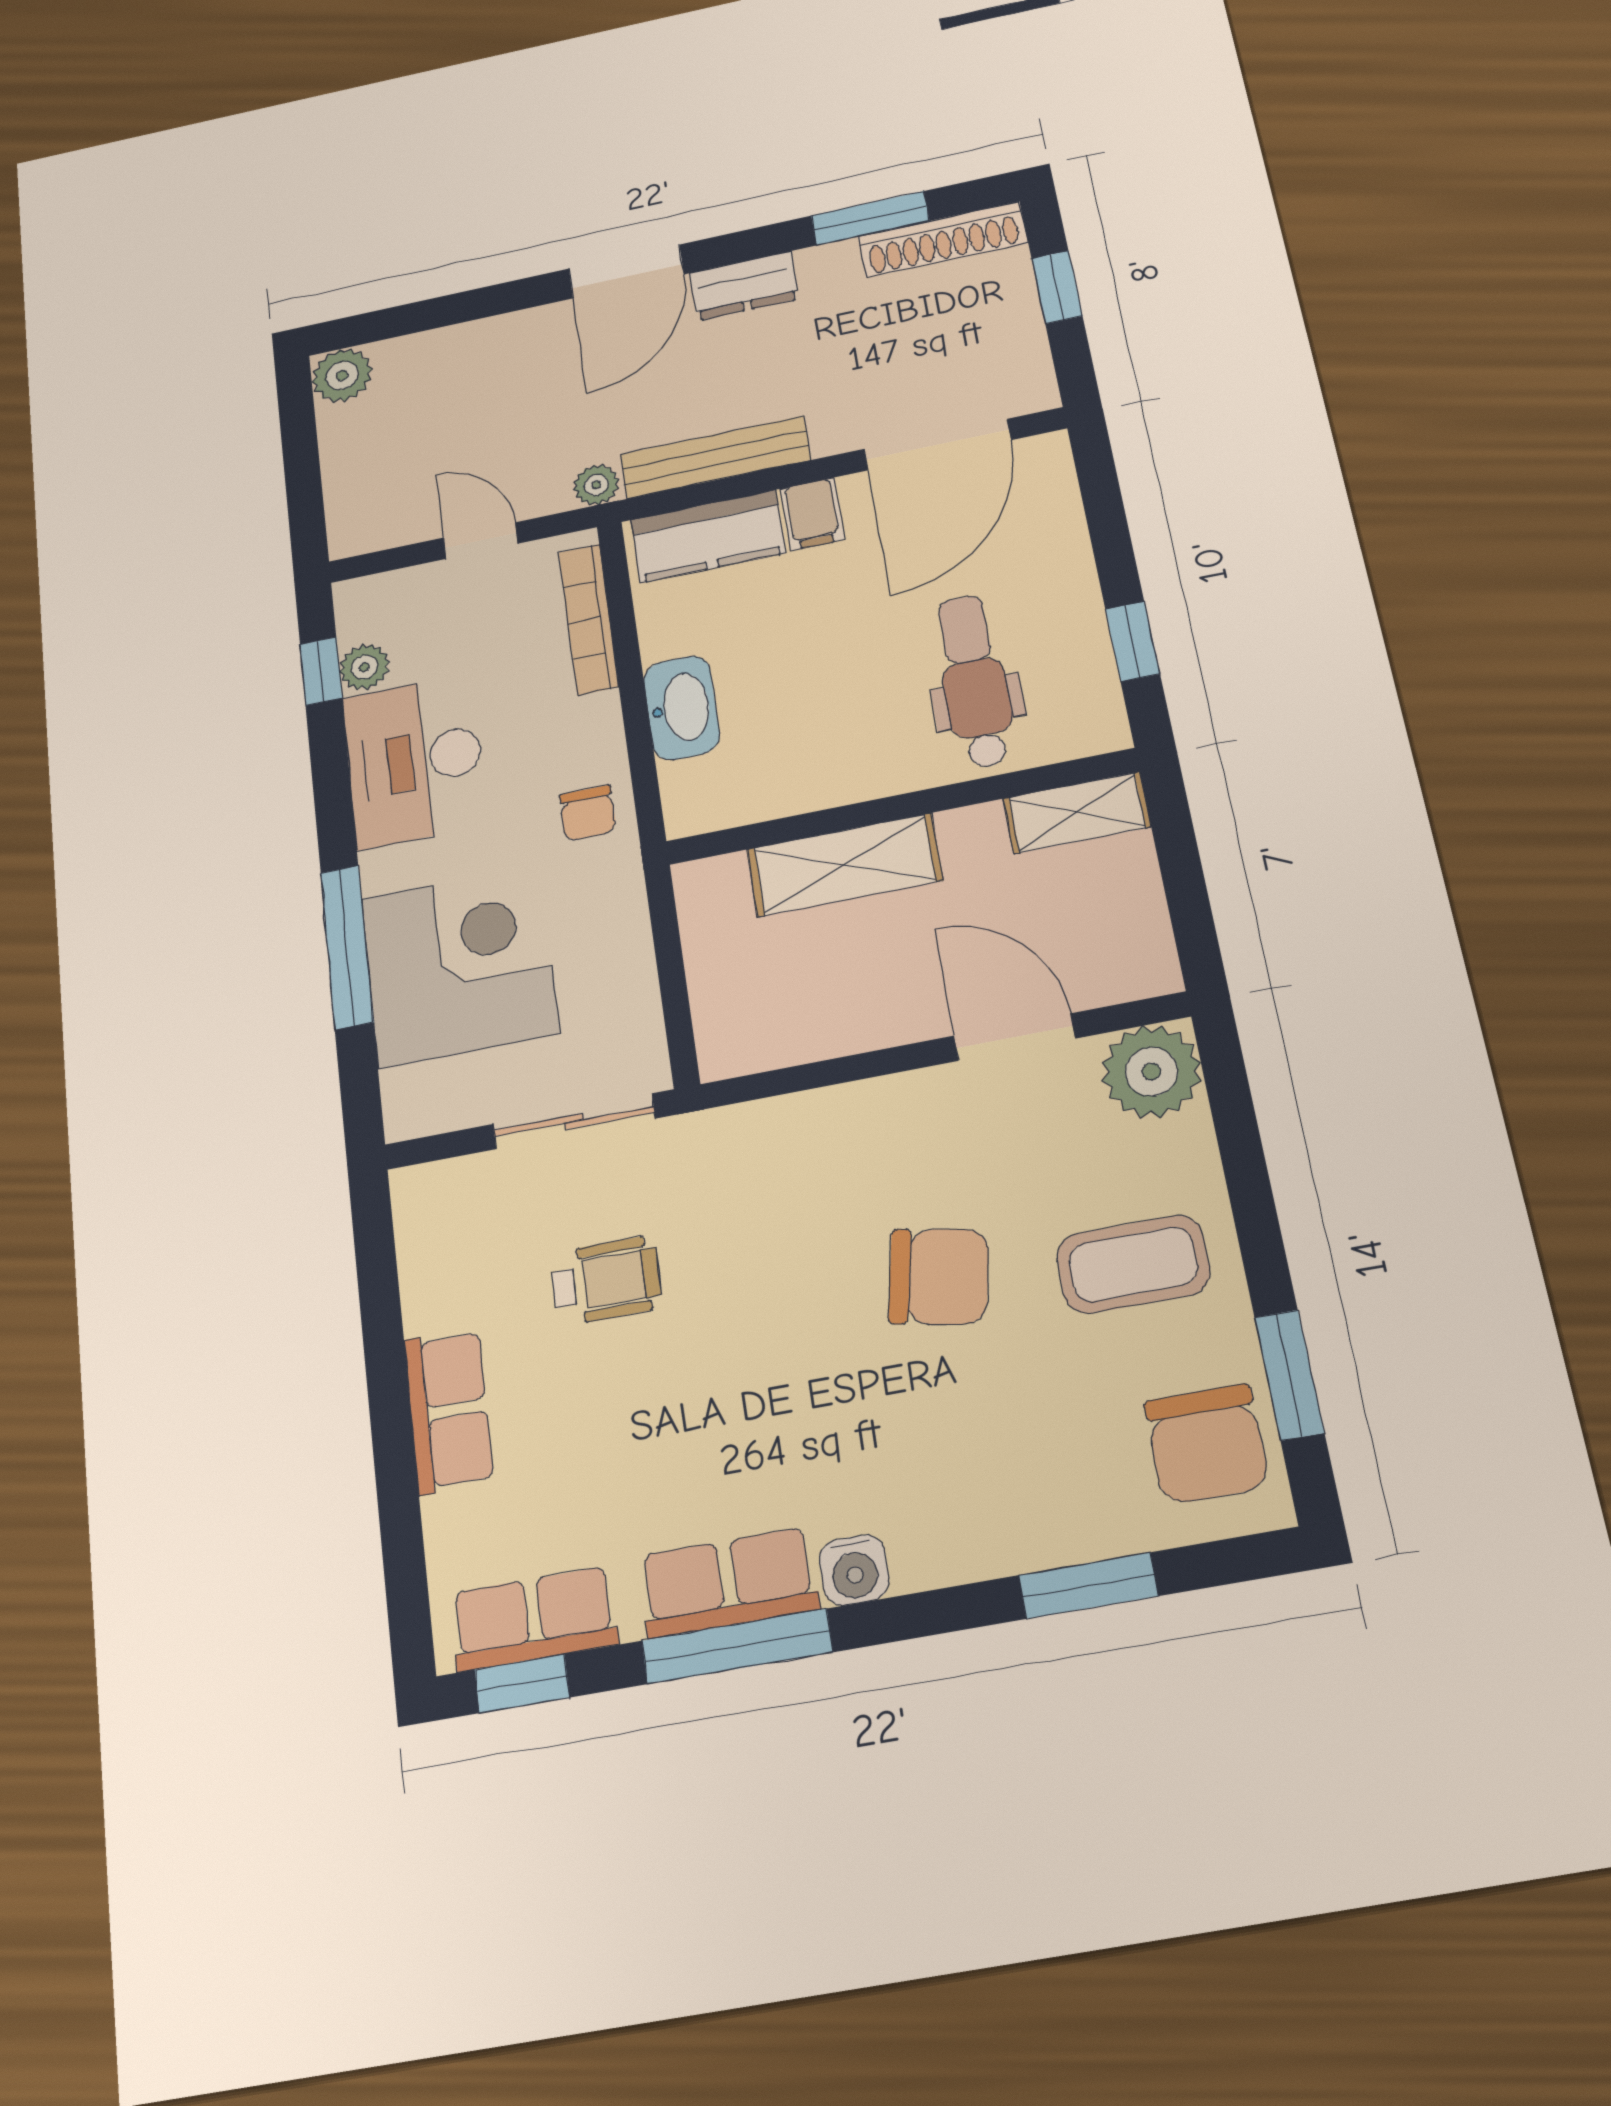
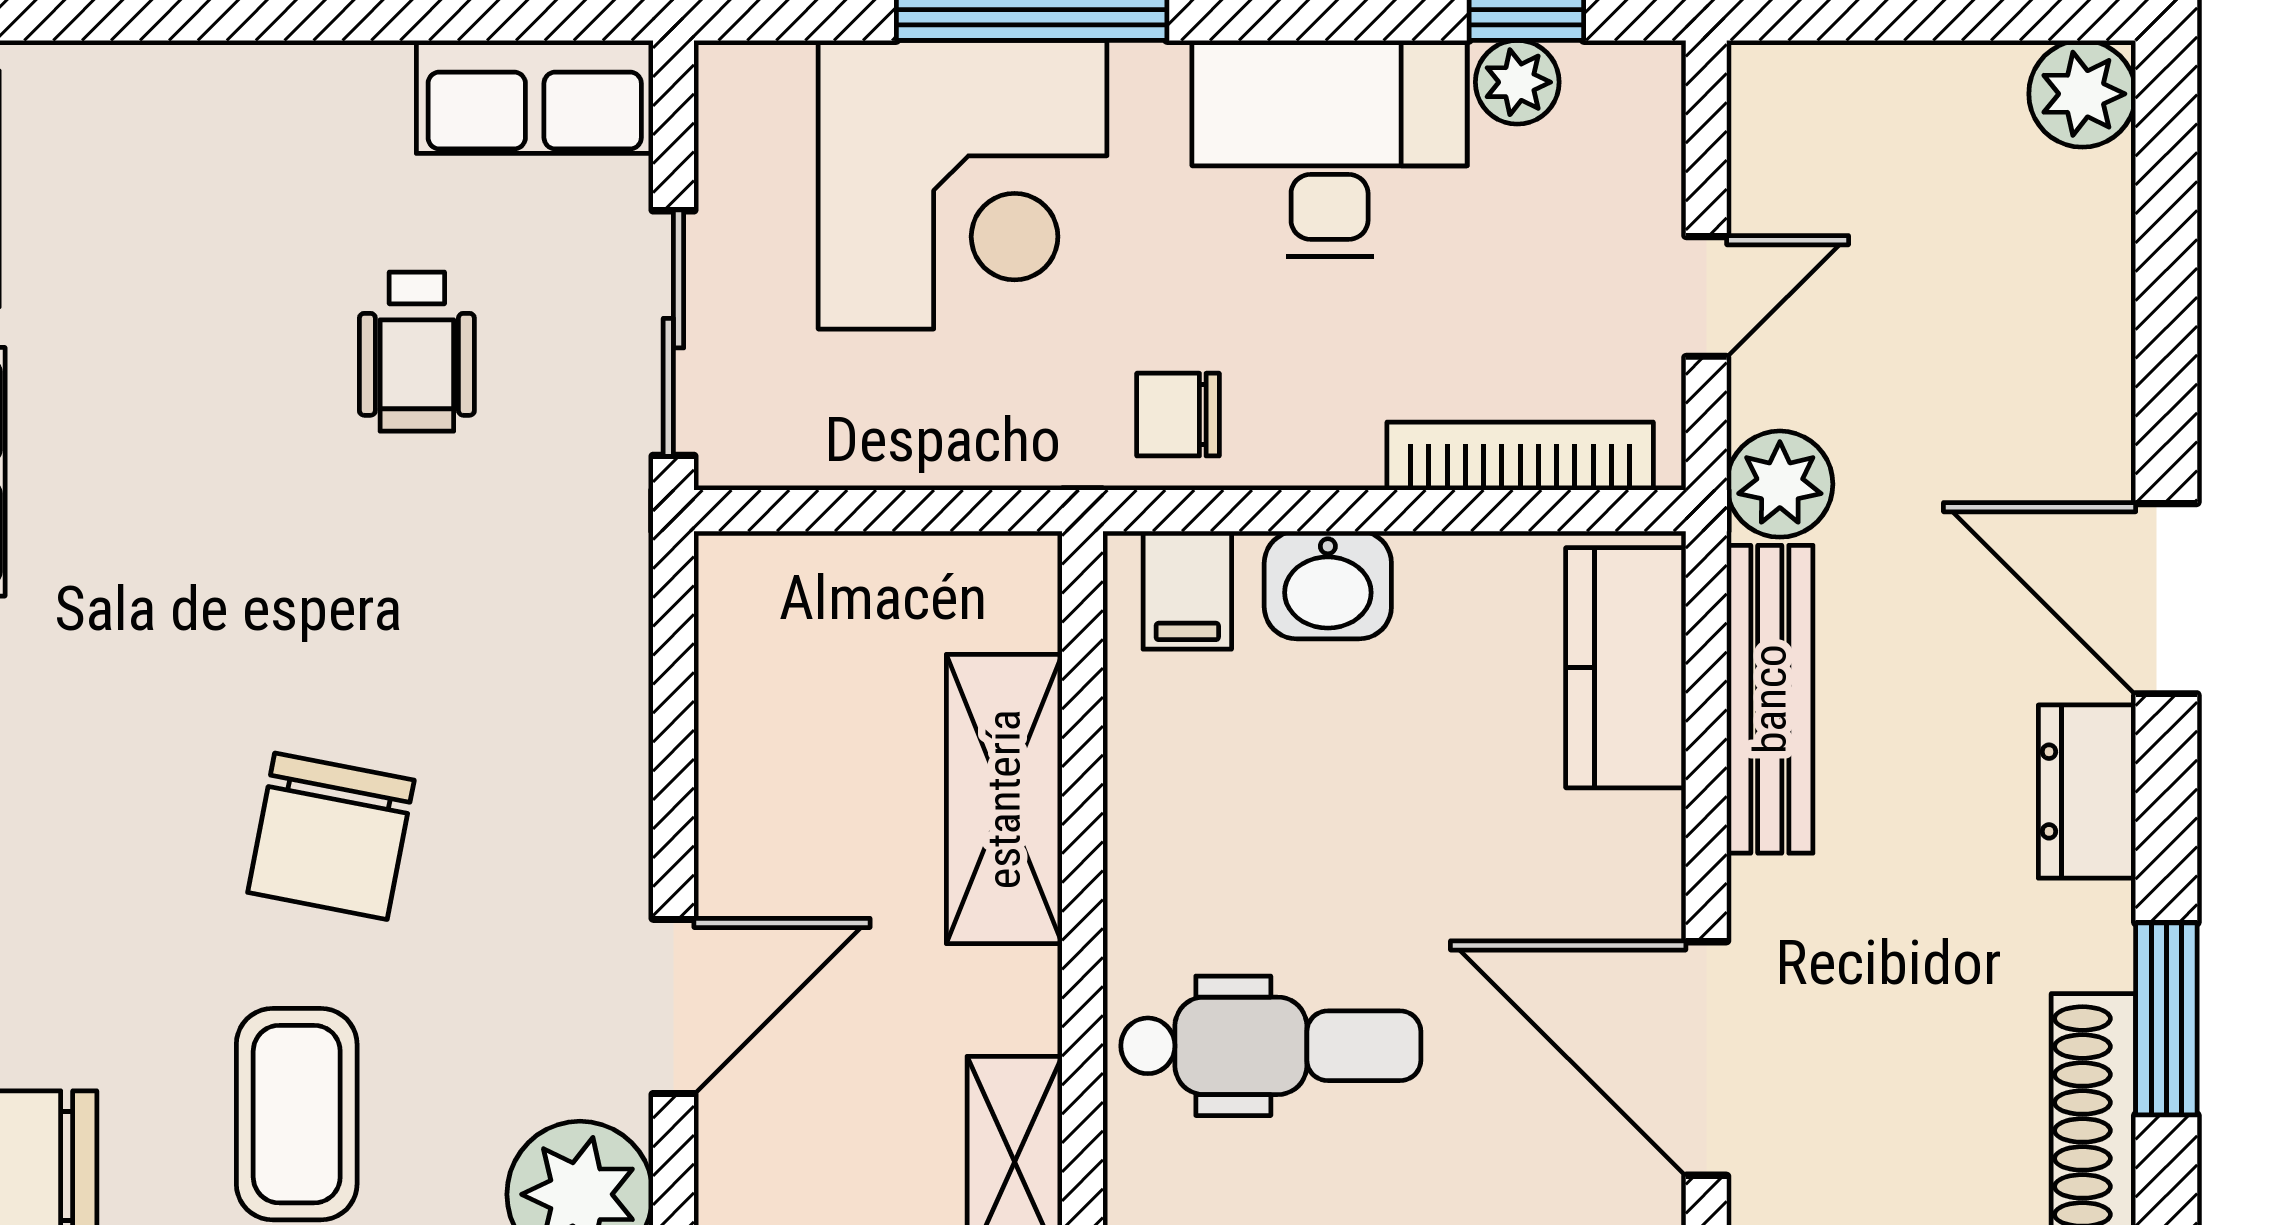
plant: (596, 485) -> (1780, 484), width x1.38, depth x1.38
filing cabinet: (812, 514) -> (1187, 590), moved, turned -90
washbasin: (682, 708) -> (1328, 585), width x0.72
row of seats: (449, 1411) -> (535, 97), moved

